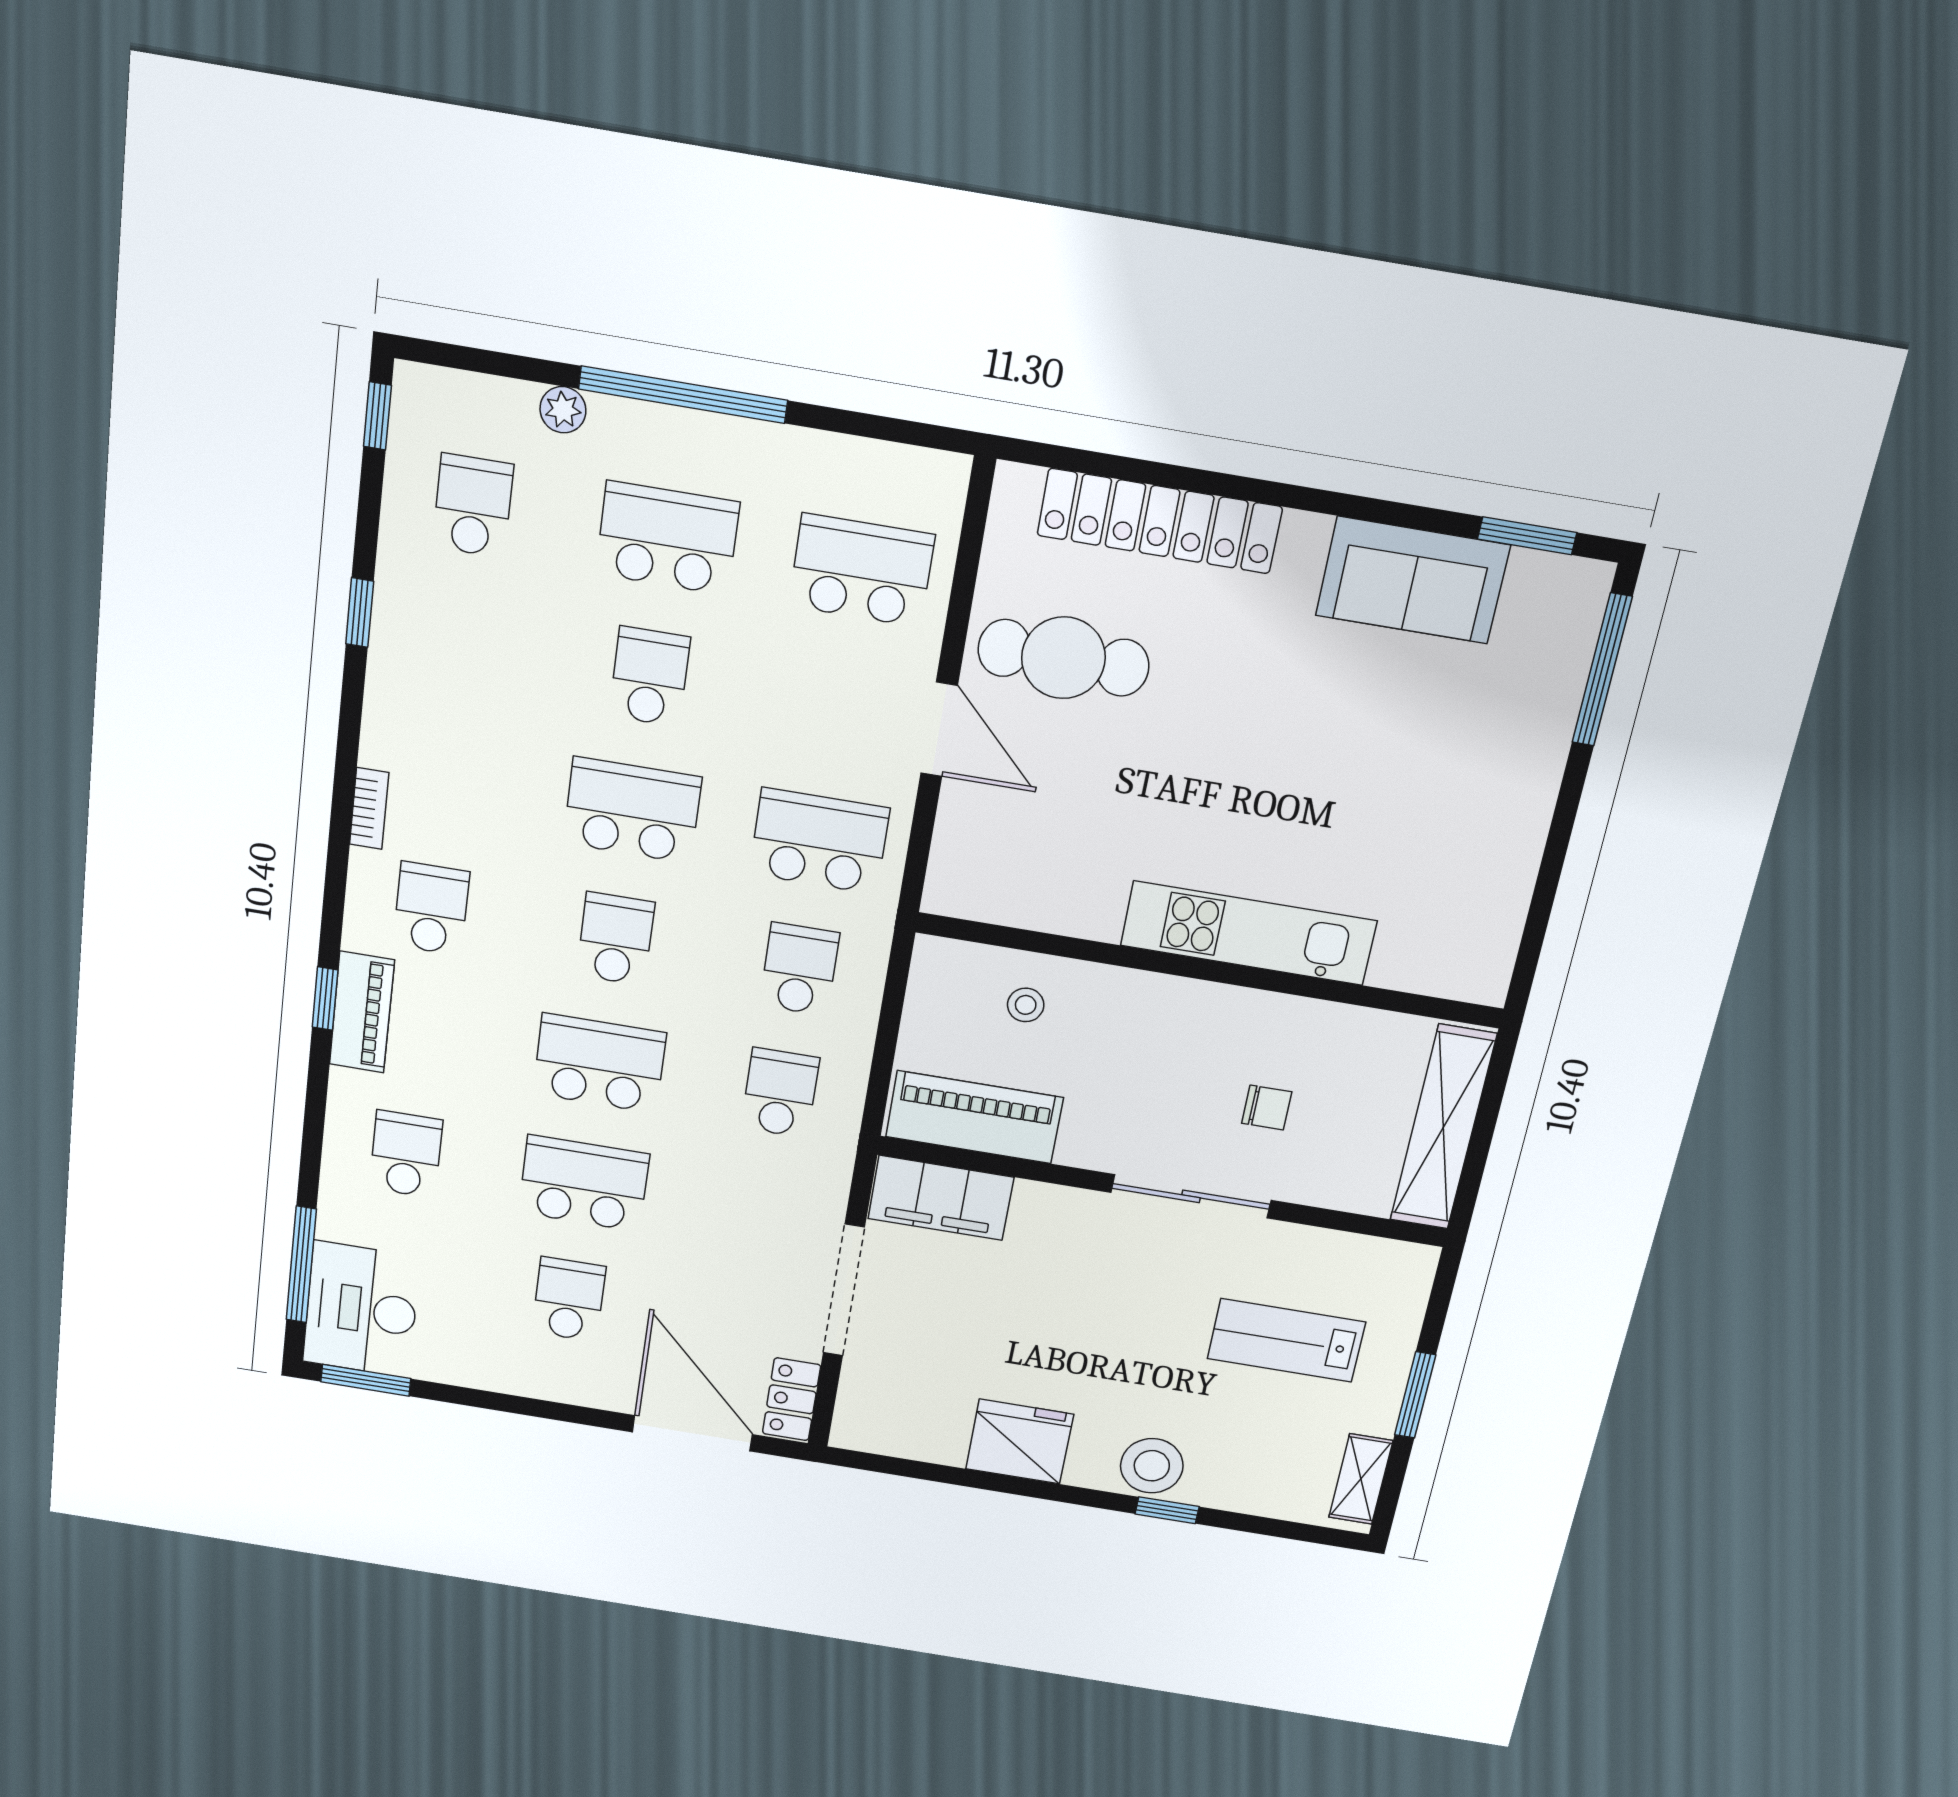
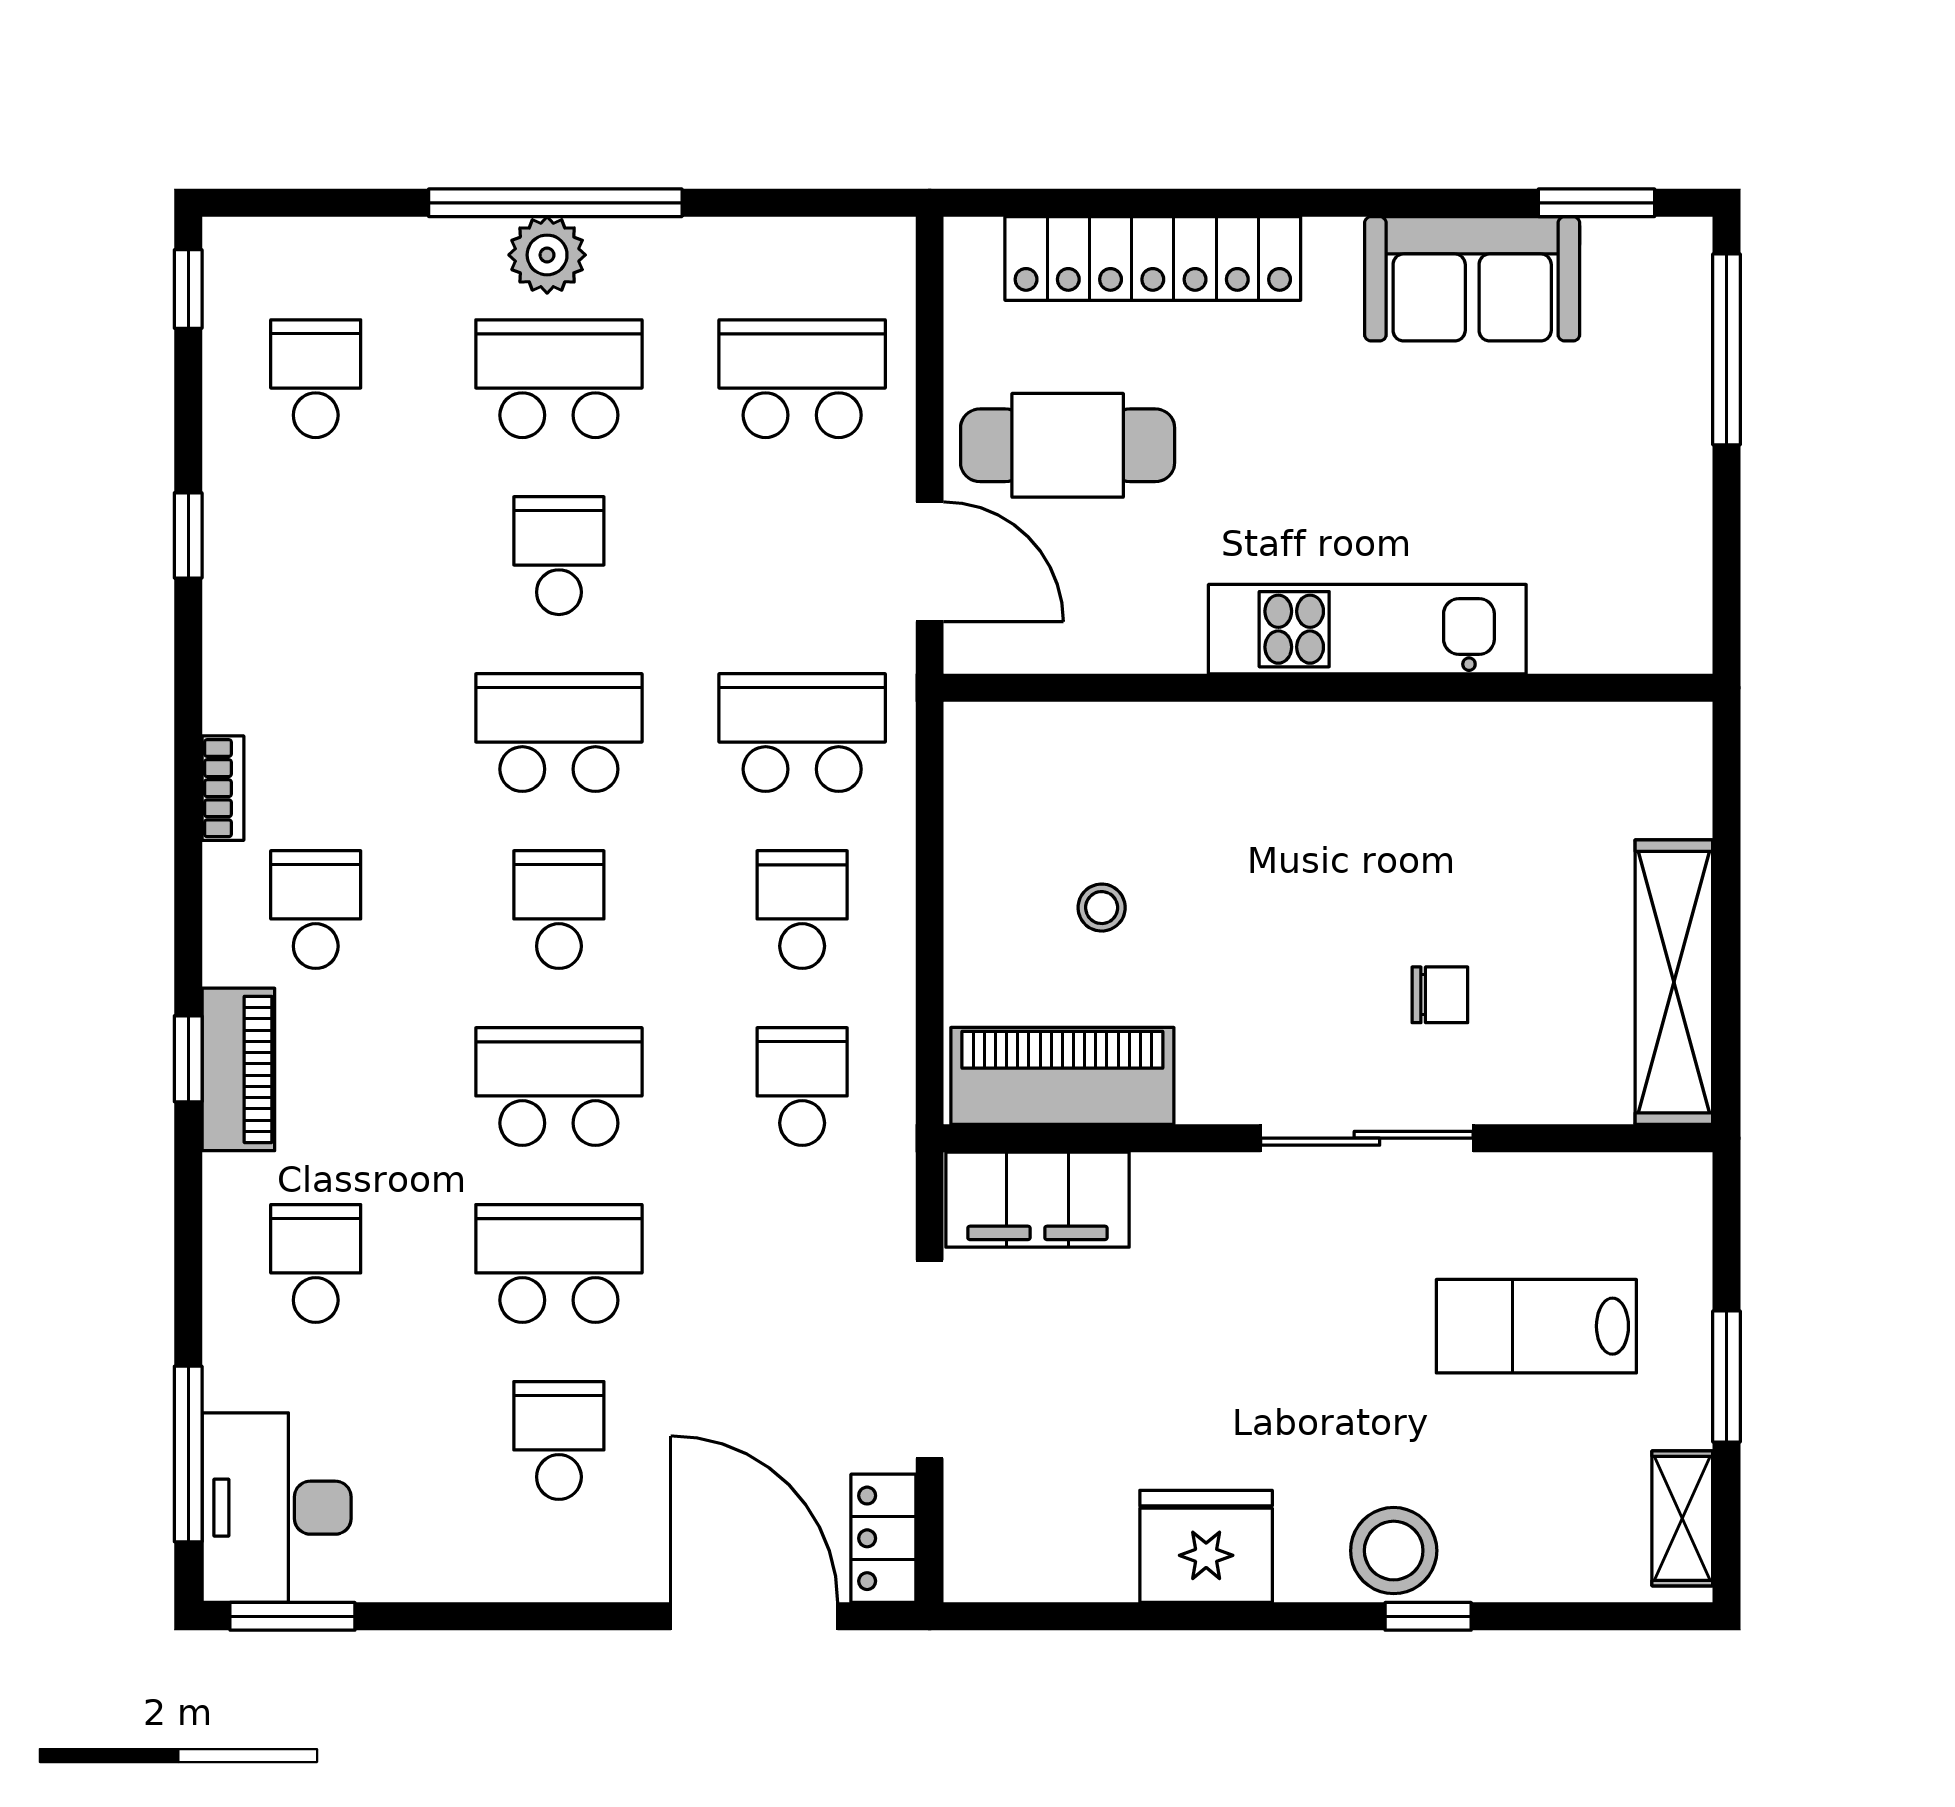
plant: (563, 410) -> (547, 255), moved, width x1.38, depth x1.38
kitchen unit: (1249, 933) -> (1367, 629), moved
wall: (1210, 970) -> (1328, 688), moved

